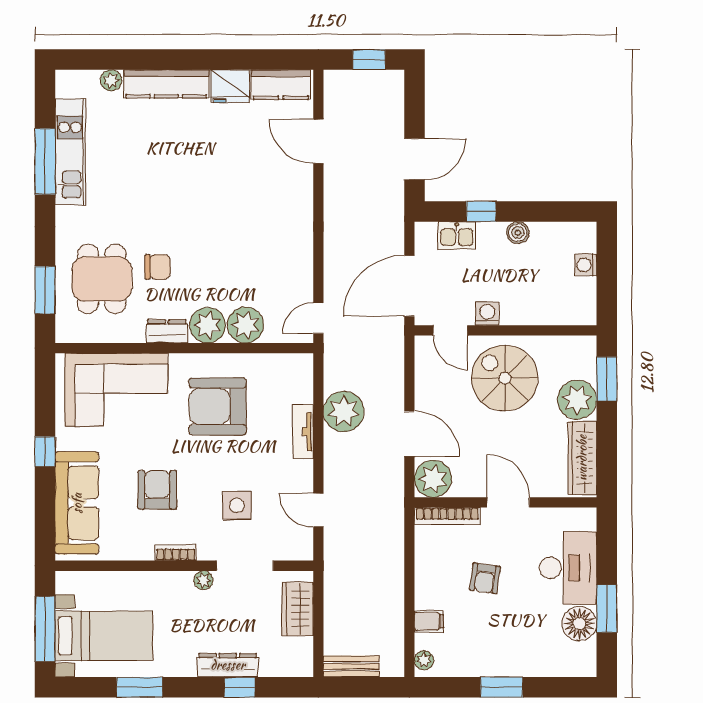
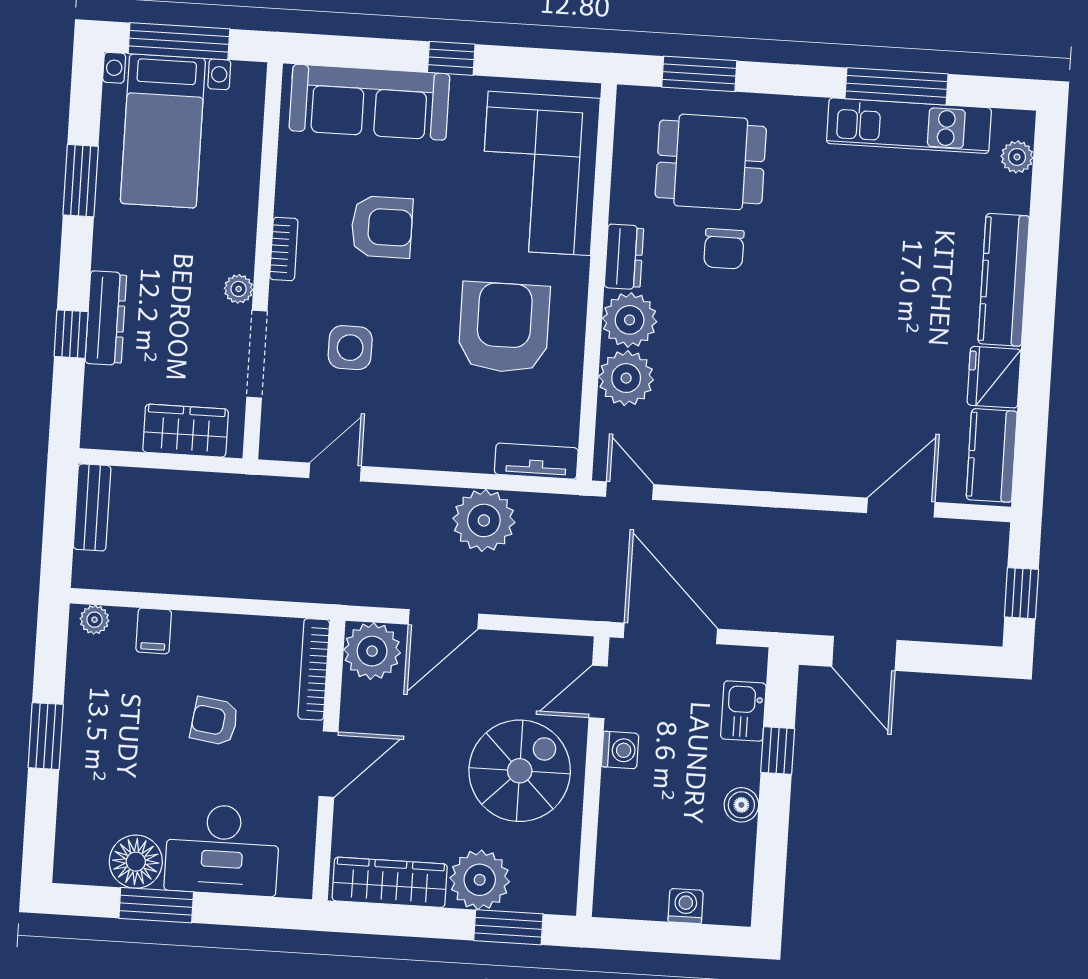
plant: (111, 80) -> (1017, 157), moved
tv unit: (303, 432) -> (536, 461), moved

